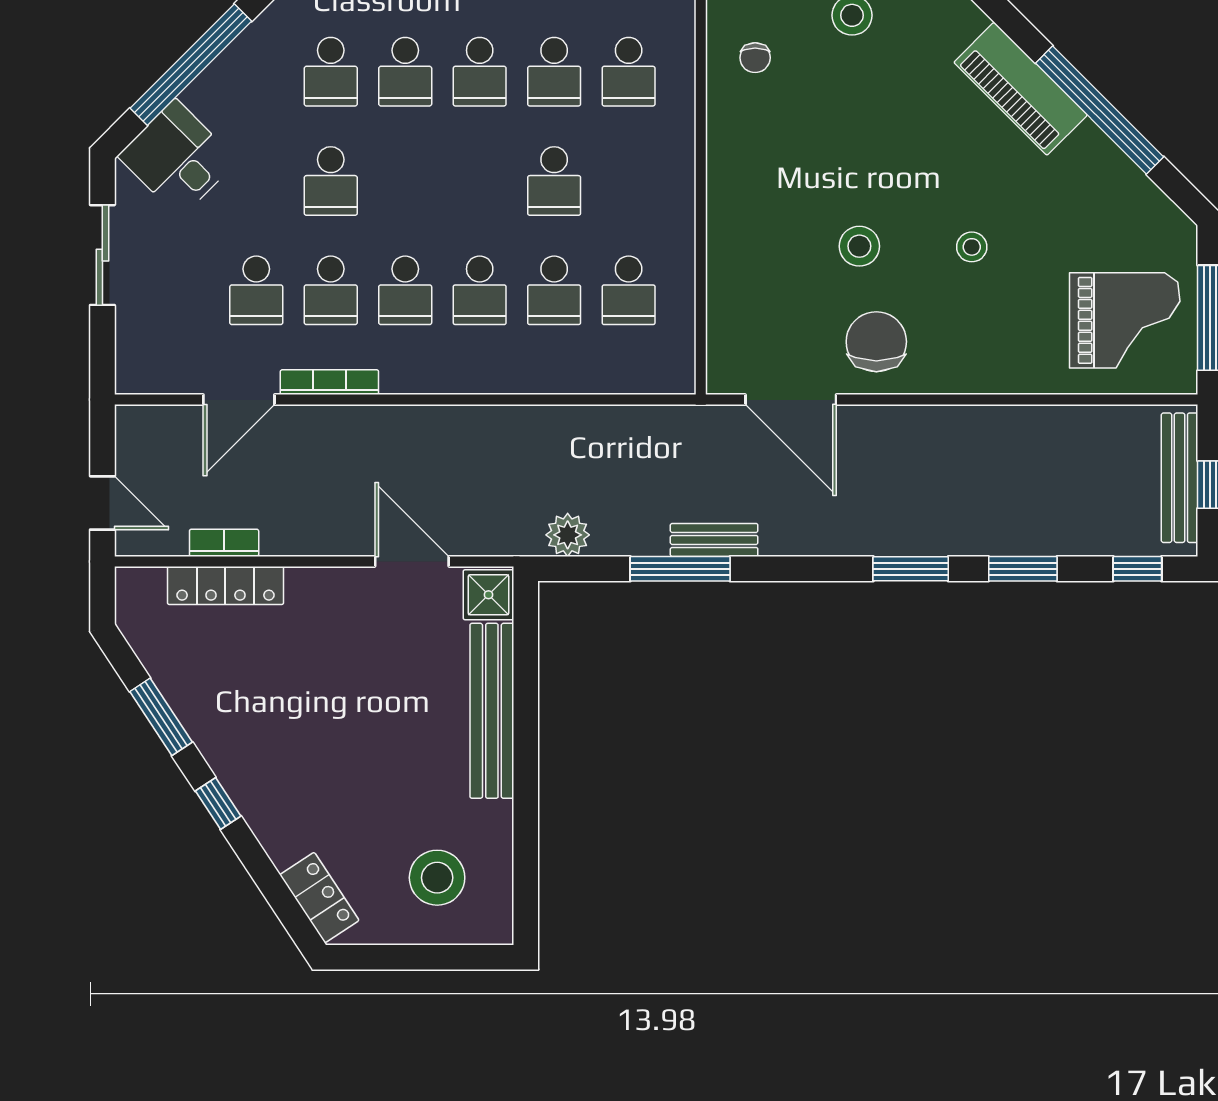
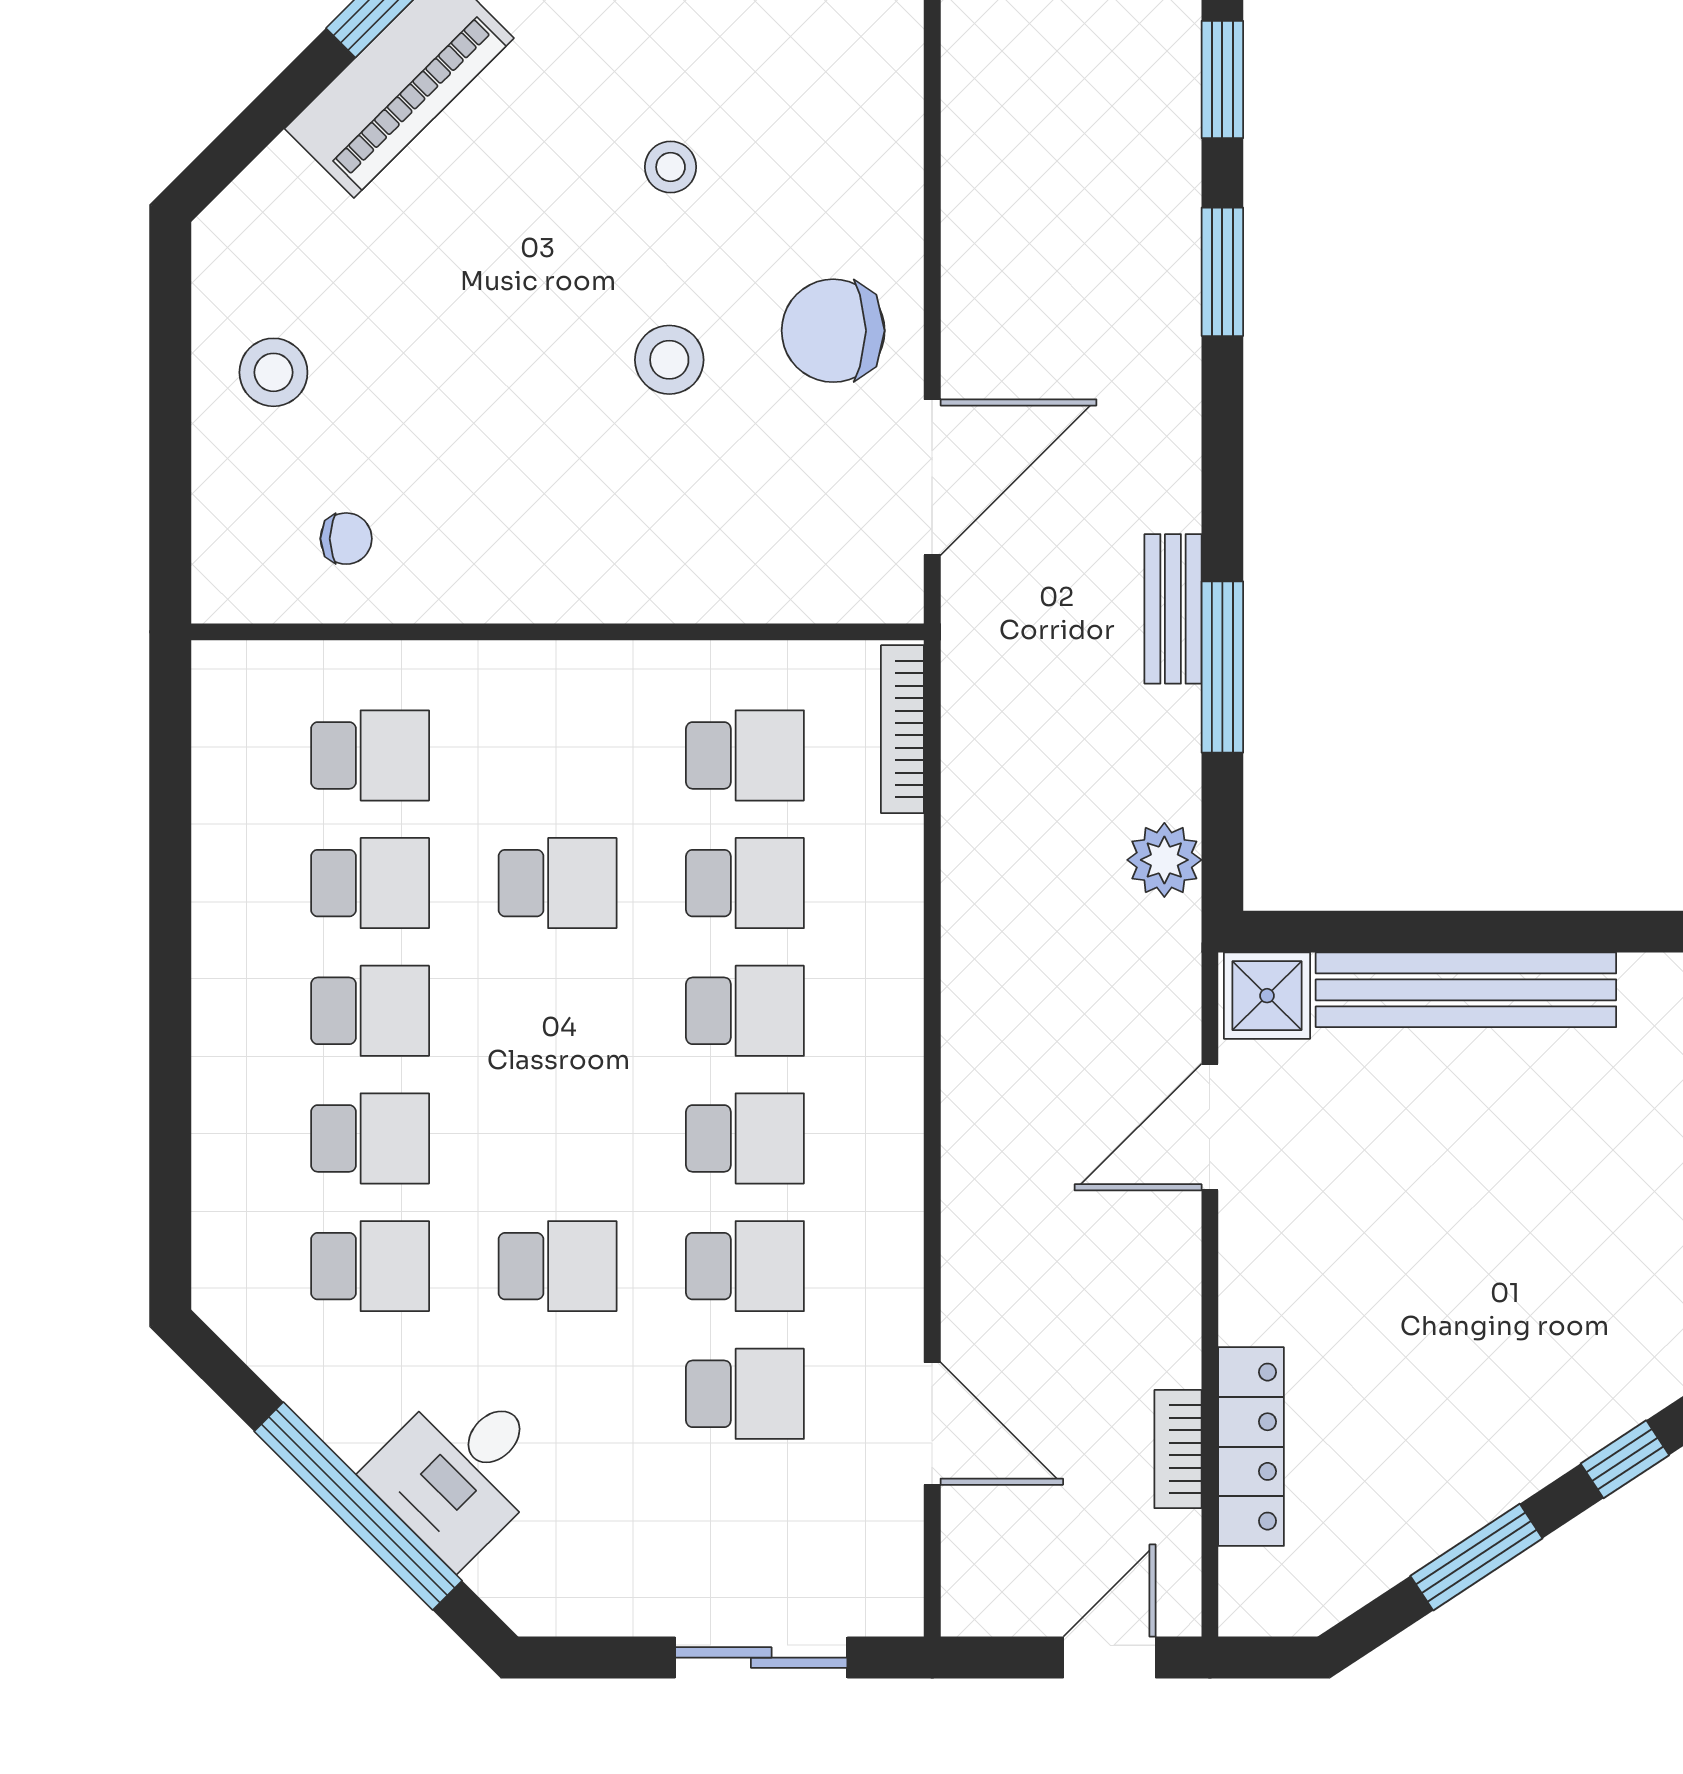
desk: (178, 158) -> (460, 1470), moved
sliding door: (102, 255) -> (761, 1658), moved
bookcase: (329, 382) -> (902, 729), moved

